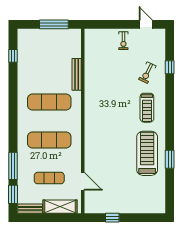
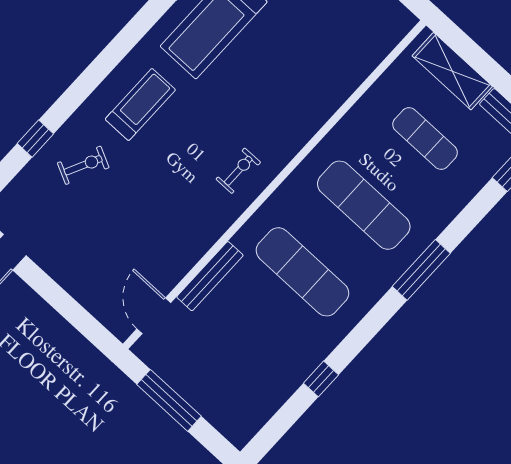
exercise bike: (123, 41) -> (238, 171), moved
window: (13, 56) -> (321, 379), moved
window: (13, 166) -> (421, 270), moved
door: (83, 181) -> (154, 316), moved

